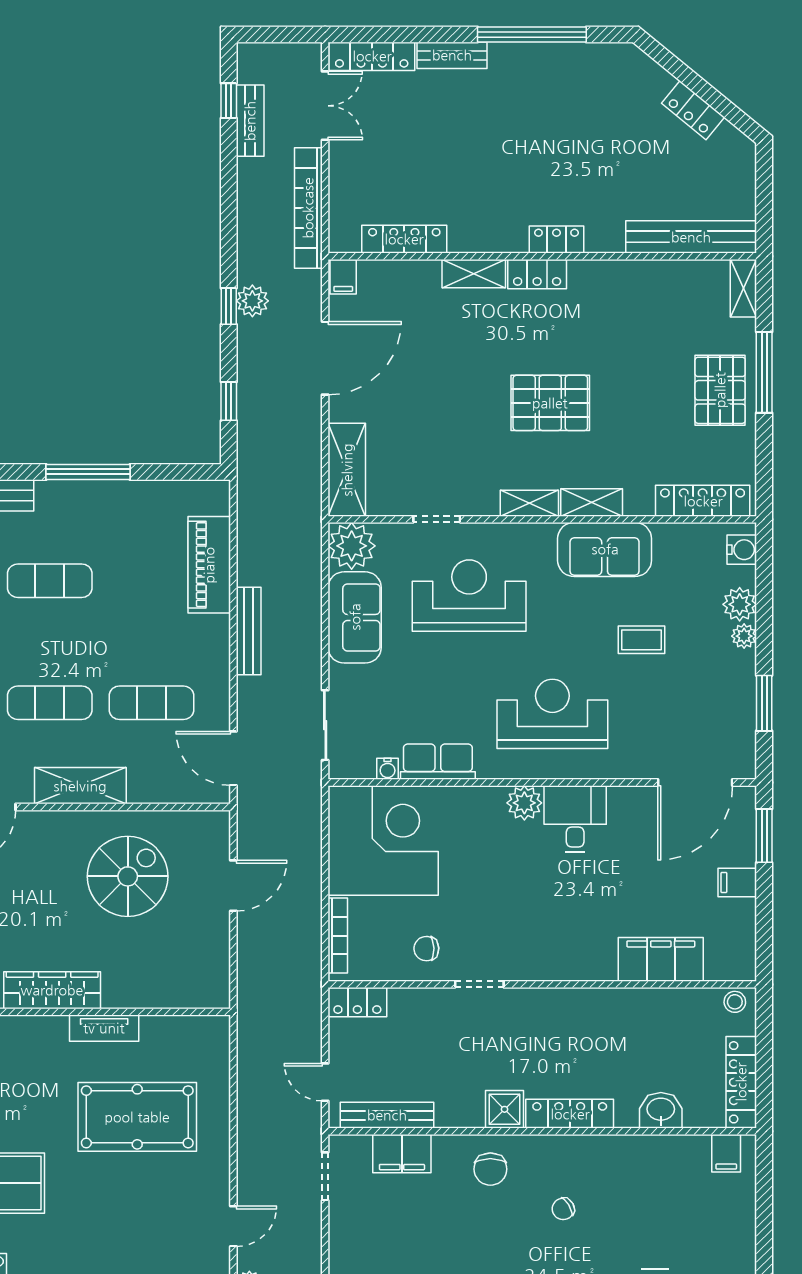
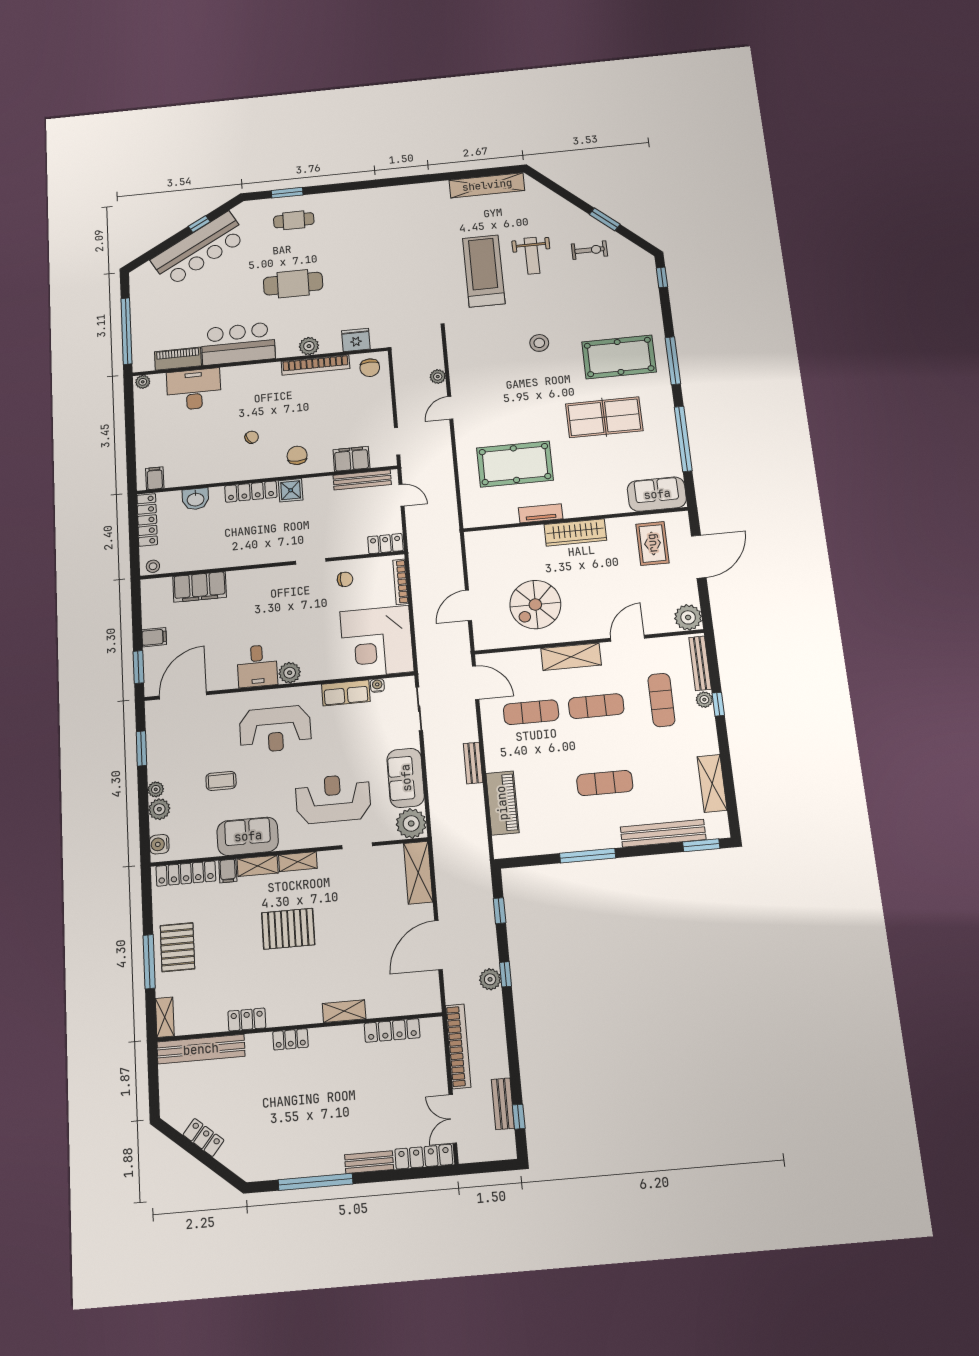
locker: (537, 274) -> (247, 1019), moved
filing cabinet: (343, 277) -> (228, 871), moved, turned 180
reception desk: (469, 596) -> (333, 799), turned 180
bench: (249, 631) -> (473, 763), width x0.73

